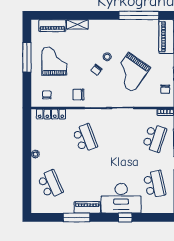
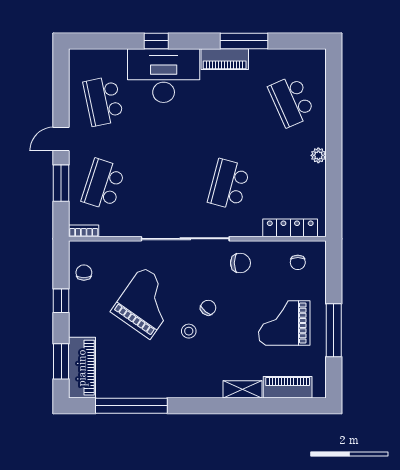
grand piano: (54, 61) -> (284, 323), turned 90
school desk: (85, 138) -> (229, 184), turned 36

